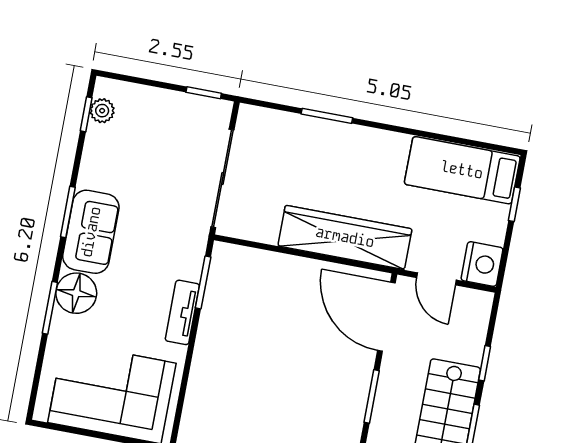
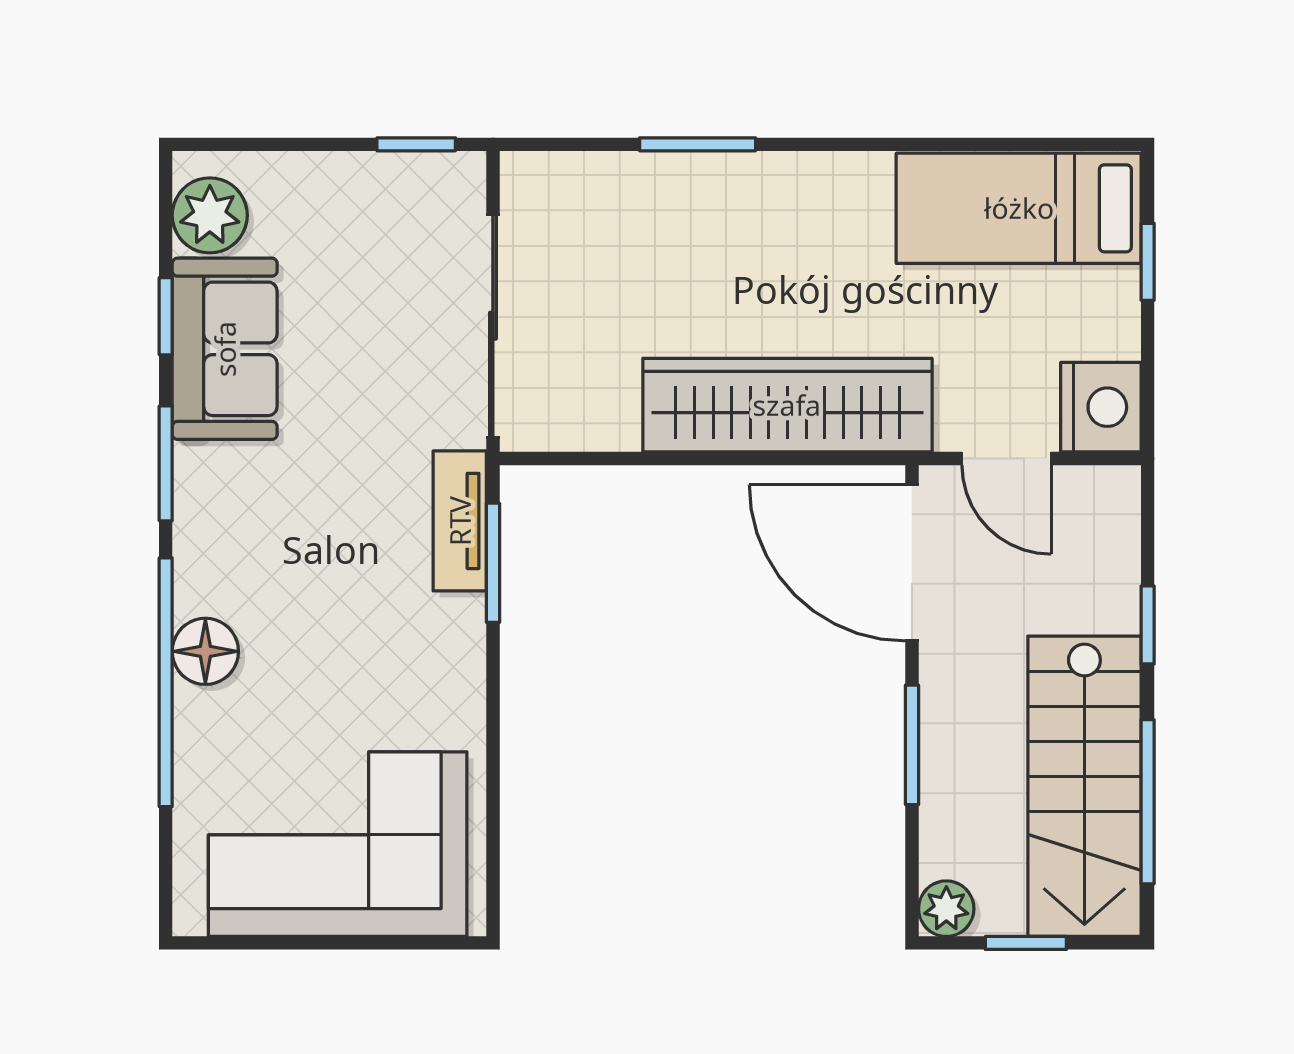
plant: (102, 111) -> (210, 215), width x1.38, depth x1.38
window: (86, 114) -> (166, 316), moved
sofa: (91, 232) -> (225, 349), moved
floor lamp: (76, 293) -> (205, 651), width x0.73, depth x0.73
window: (50, 308) -> (166, 682), width x2.11
tv unit: (182, 312) -> (460, 521), moved

